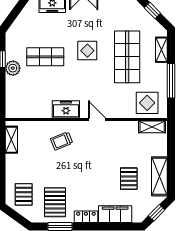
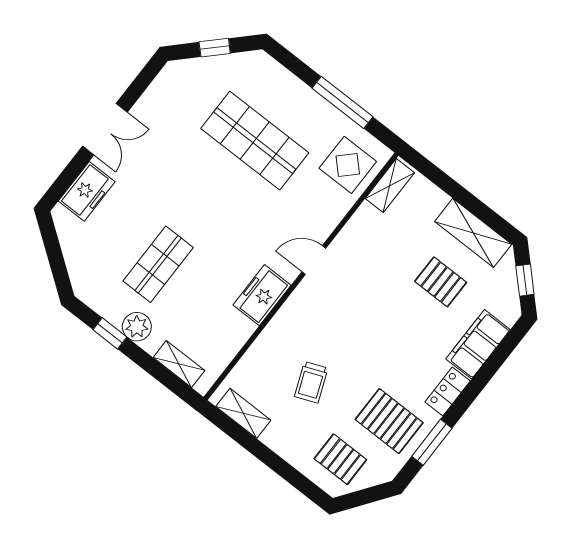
shelving: (161, 50) -> (179, 364), moved
display table: (87, 51) -> (198, 193), removed
trolley: (62, 141) -> (311, 382), moved

